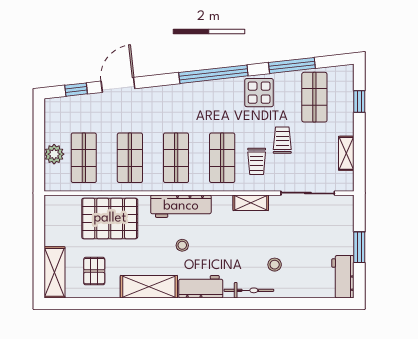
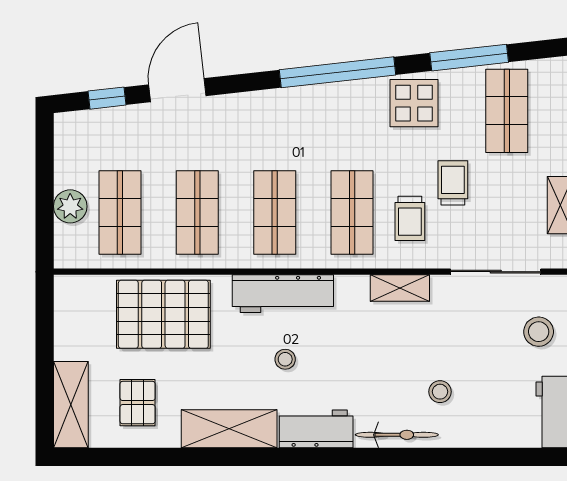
stool: (333, 229) -> (539, 332), added

